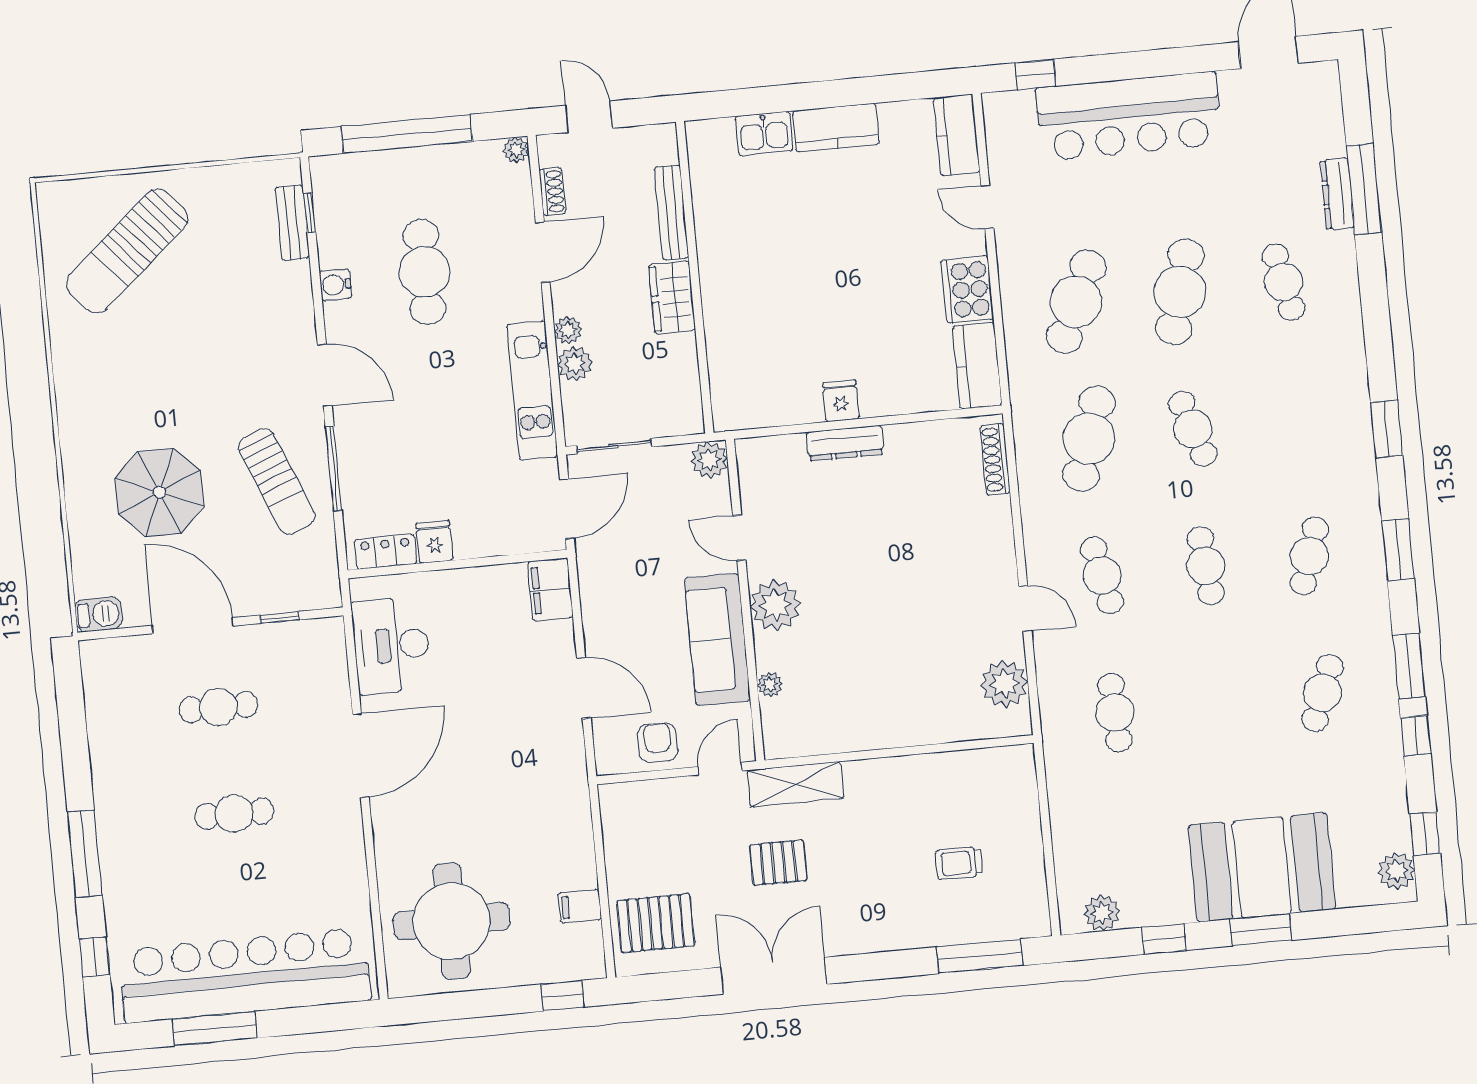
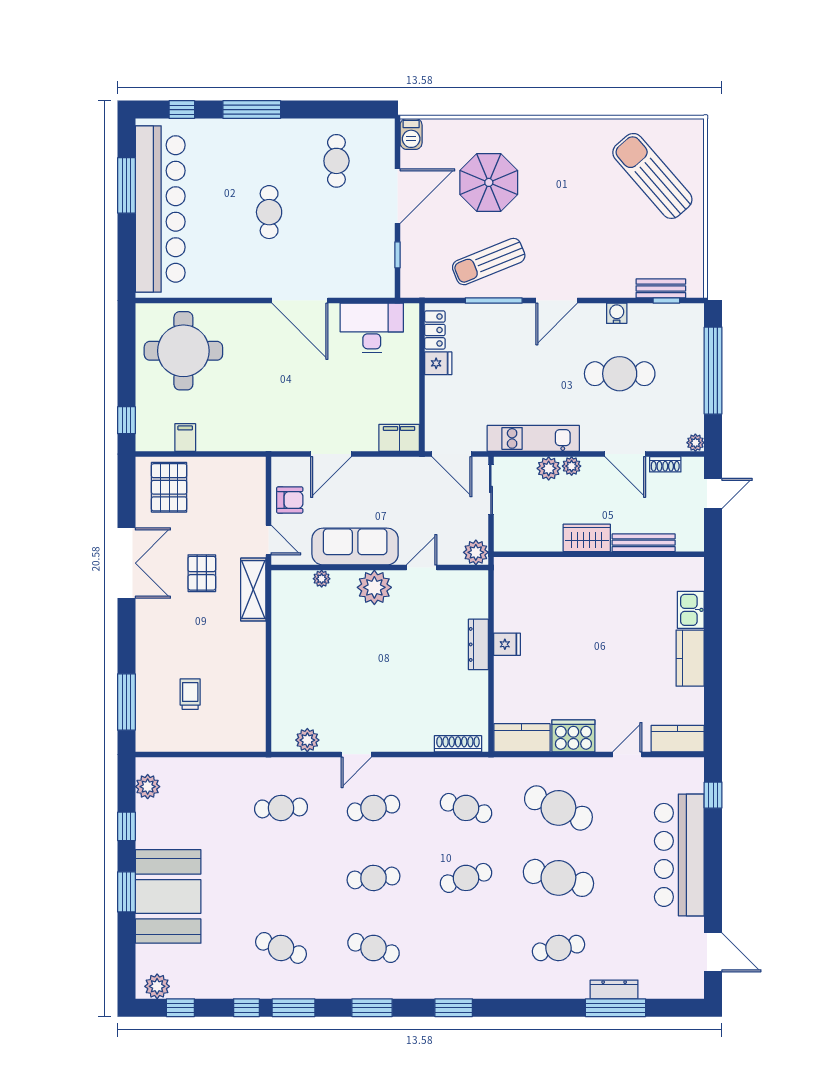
cafe table: (1089, 439) -> (466, 808), width x0.73, depth x0.74
plant: (1004, 684) -> (307, 740), width x0.73, depth x0.73
cafe table: (218, 707) -> (336, 161), moved

